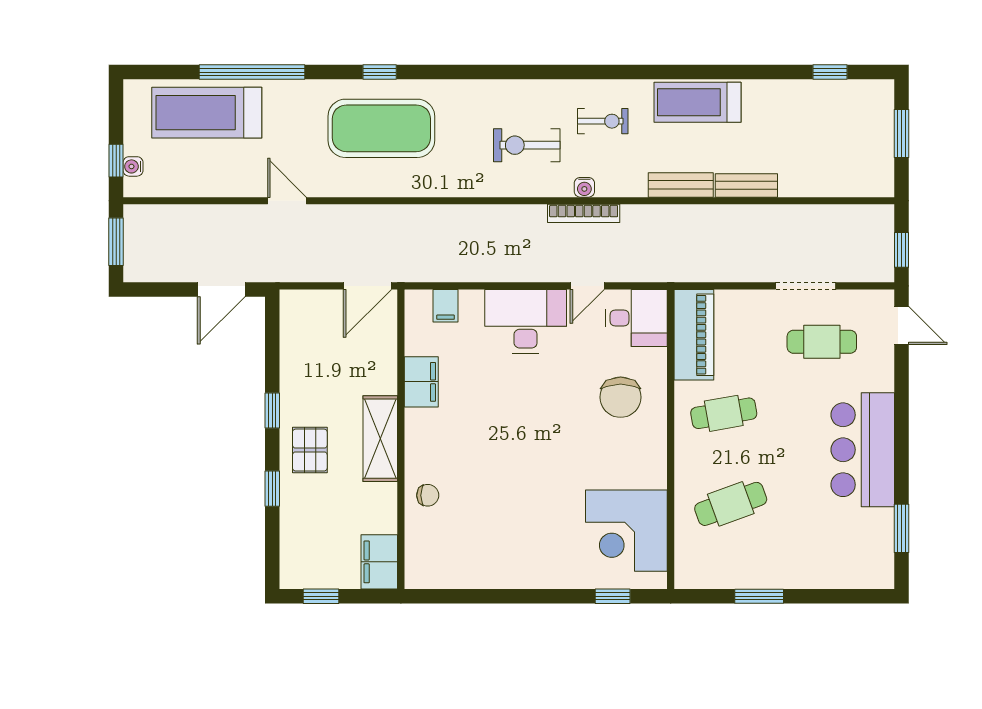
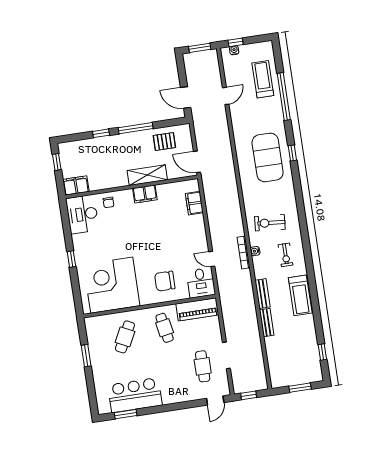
treadmill: (698, 102) -> (300, 295), turned 180
treadmill: (207, 113) -> (263, 79), width x0.73, depth x0.73
exercise bike: (527, 145) -> (270, 223), turned -85
door: (287, 201) -> (226, 96), moved
filing cabinet: (446, 306) -> (194, 203), width x2.00
desk: (526, 321) -> (82, 214), moved, turned 180
filing cabinet: (421, 382) -> (145, 194), moved
window: (272, 410) -> (136, 128), width x2.17
shelving: (380, 439) -> (147, 175), moved
pallet: (310, 450) -> (164, 142), moved
bar counter: (863, 450) -> (135, 395), moved
cafe table: (731, 504) -> (125, 337), turned 47
corner desk: (626, 531) -> (112, 285), width x1.36, depth x1.36
window: (613, 596) -> (71, 259), moved

